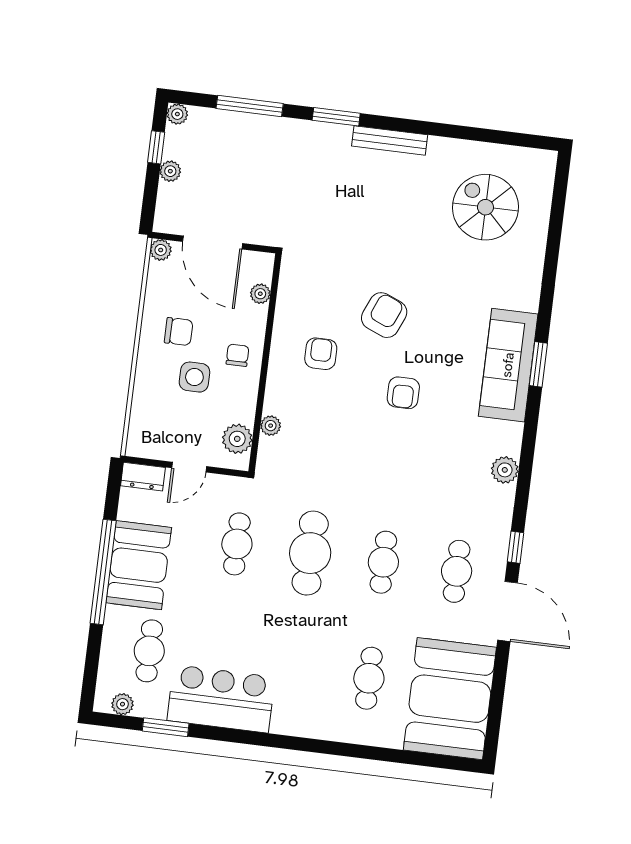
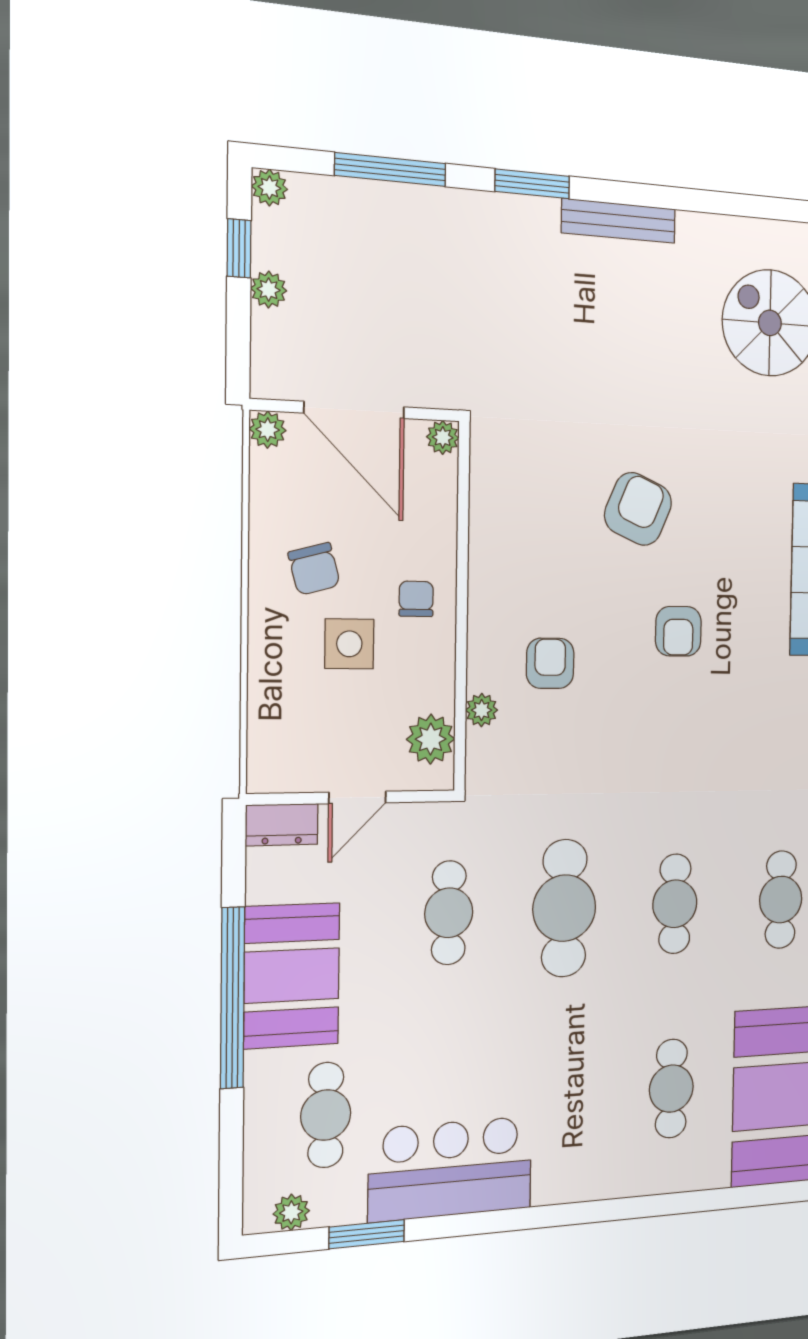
plant: (260, 294) -> (443, 437), moved
chair: (179, 332) -> (314, 569), turned 75
armchair: (321, 354) -> (550, 663), moved

